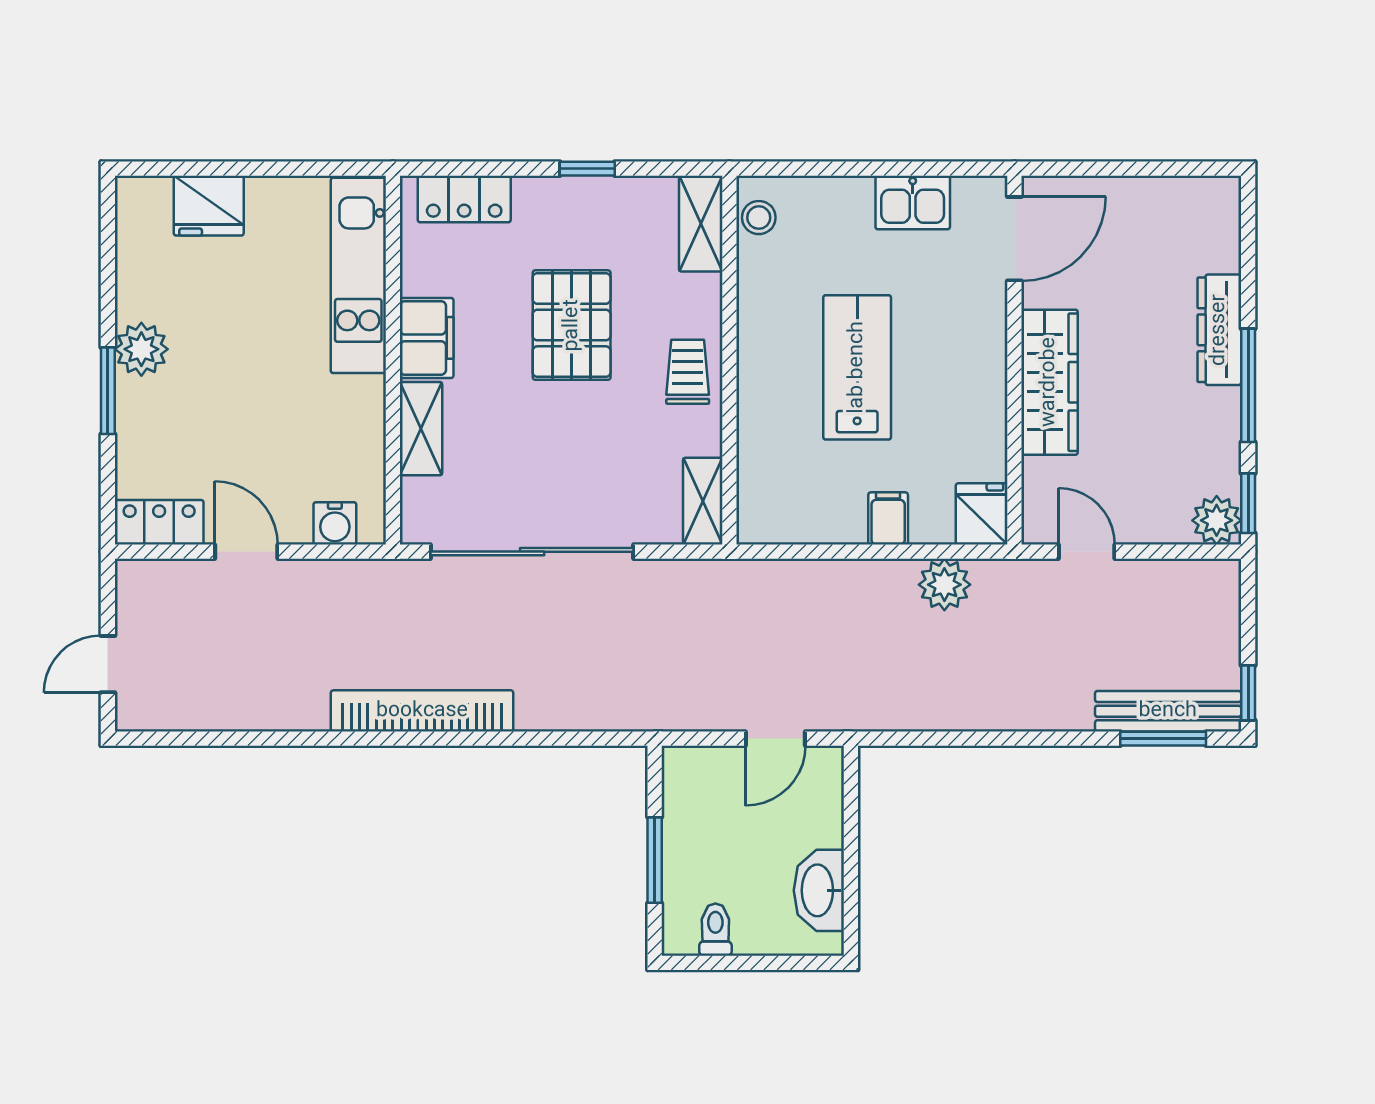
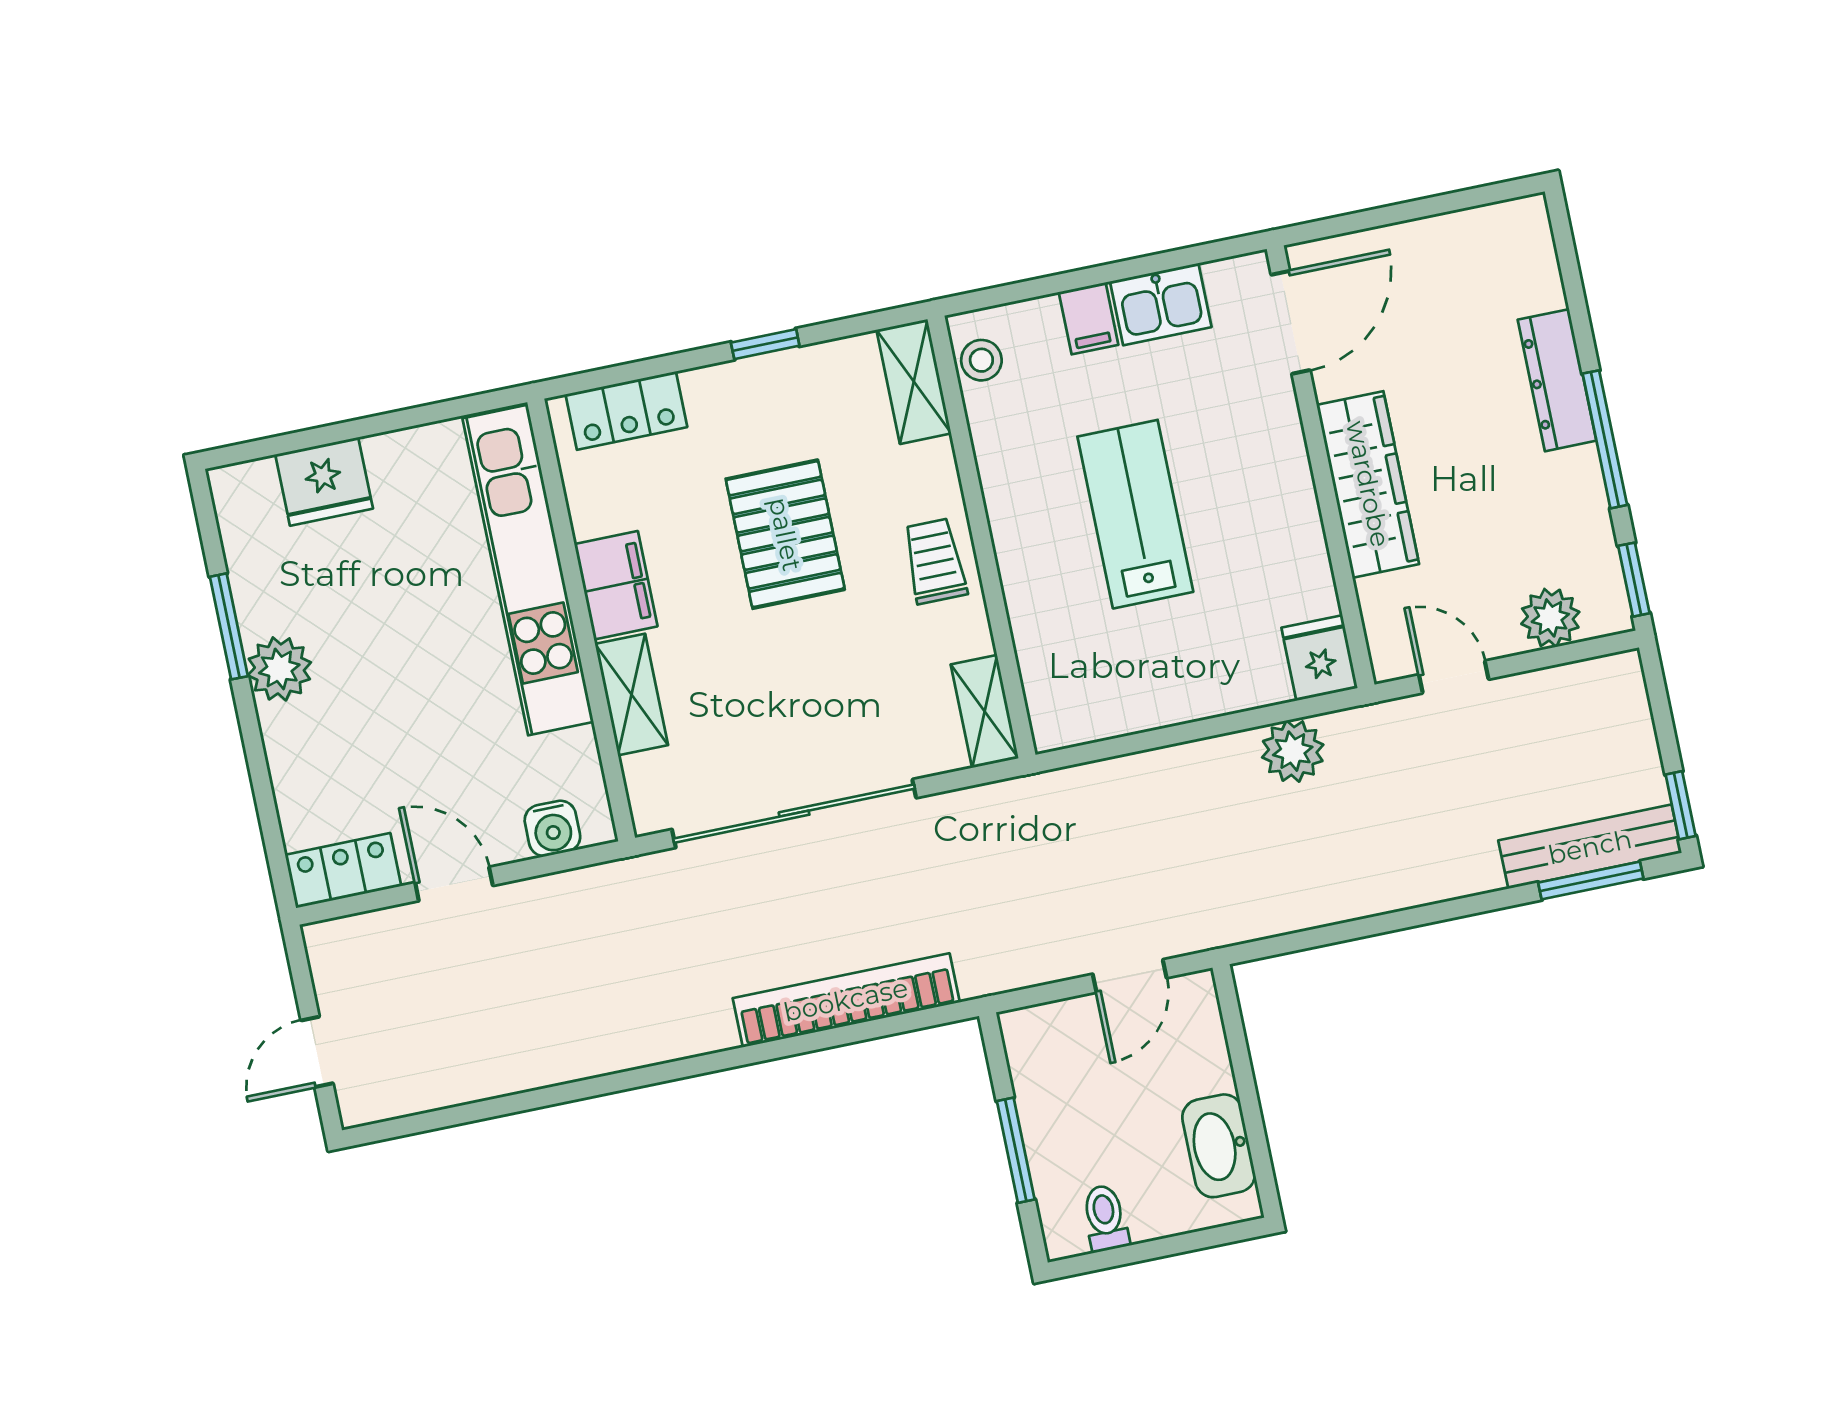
kitchen unit: (358, 275) -> (528, 570), width x1.36
window: (108, 391) -> (229, 626), moved
filing cabinet: (888, 518) -> (1089, 318), moved, turned 180
plant: (1217, 520) -> (1550, 618), moved
bookcase: (422, 711) -> (846, 1000), moved

